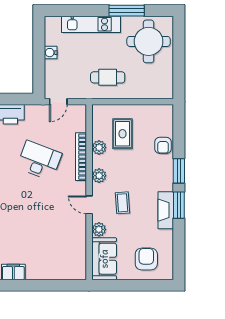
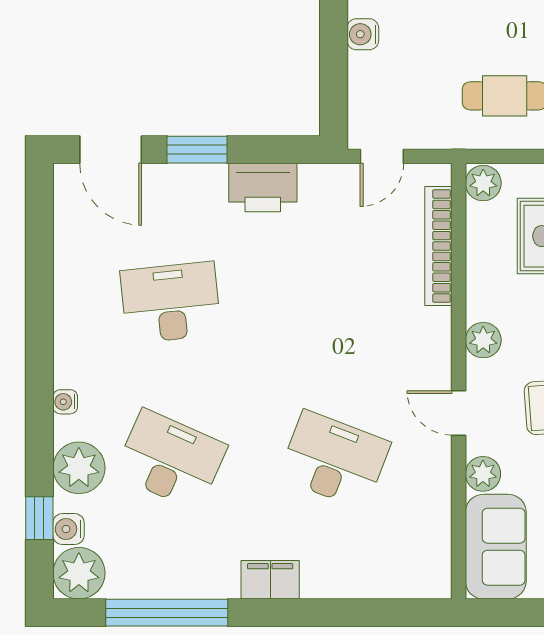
plant: (99, 147) -> (483, 183), moved
bookcase: (81, 157) -> (438, 246), moved
desk: (39, 160) -> (334, 460), moved

